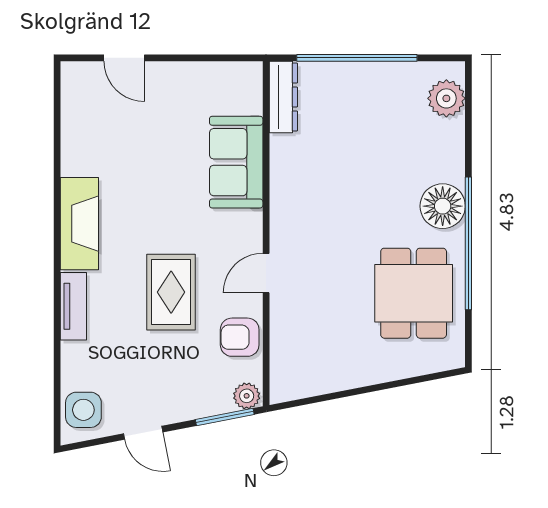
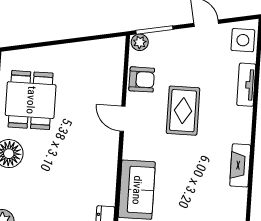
fireplace: (79, 224) -> (240, 165), width x0.73, depth x0.76
door: (266, 273) -> (123, 119), swing flipped
tv unit: (73, 306) -> (246, 85), moved

